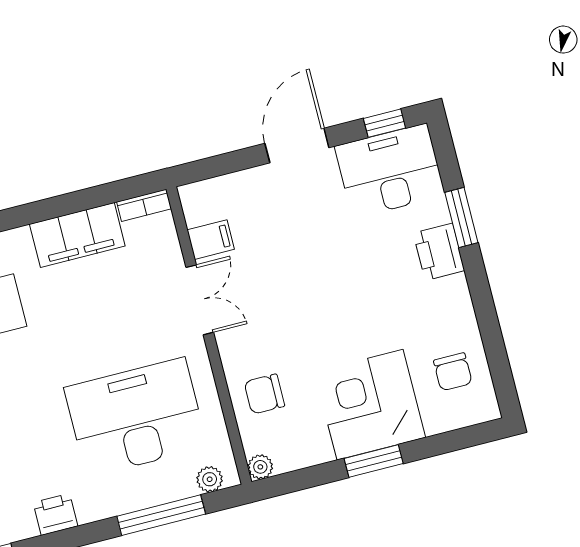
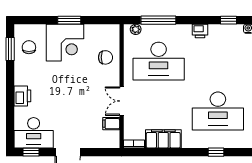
window: (461, 217) -> (10, 49), moved
plant: (260, 467) -> (114, 29), removed

